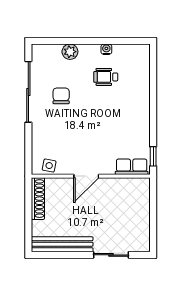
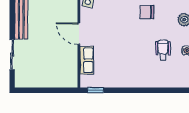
chair: (61, 96) -> (147, 12), turned 180
row of seats: (132, 167) -> (87, 60), moved

